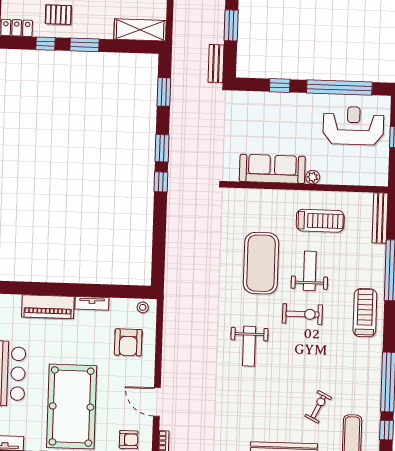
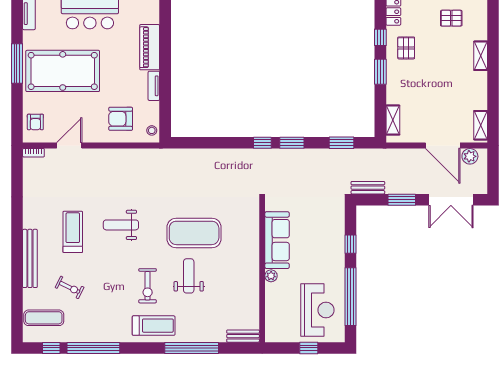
shelving: (140, 30) -> (393, 120), width x0.67, depth x0.75
bench: (380, 218) -> (243, 336), width x0.73
treadmill: (320, 221) -> (73, 232), moved, turned 180
weight bench: (310, 271) -> (189, 276), turned -90
exercise bike: (302, 314) -> (148, 286), moved

